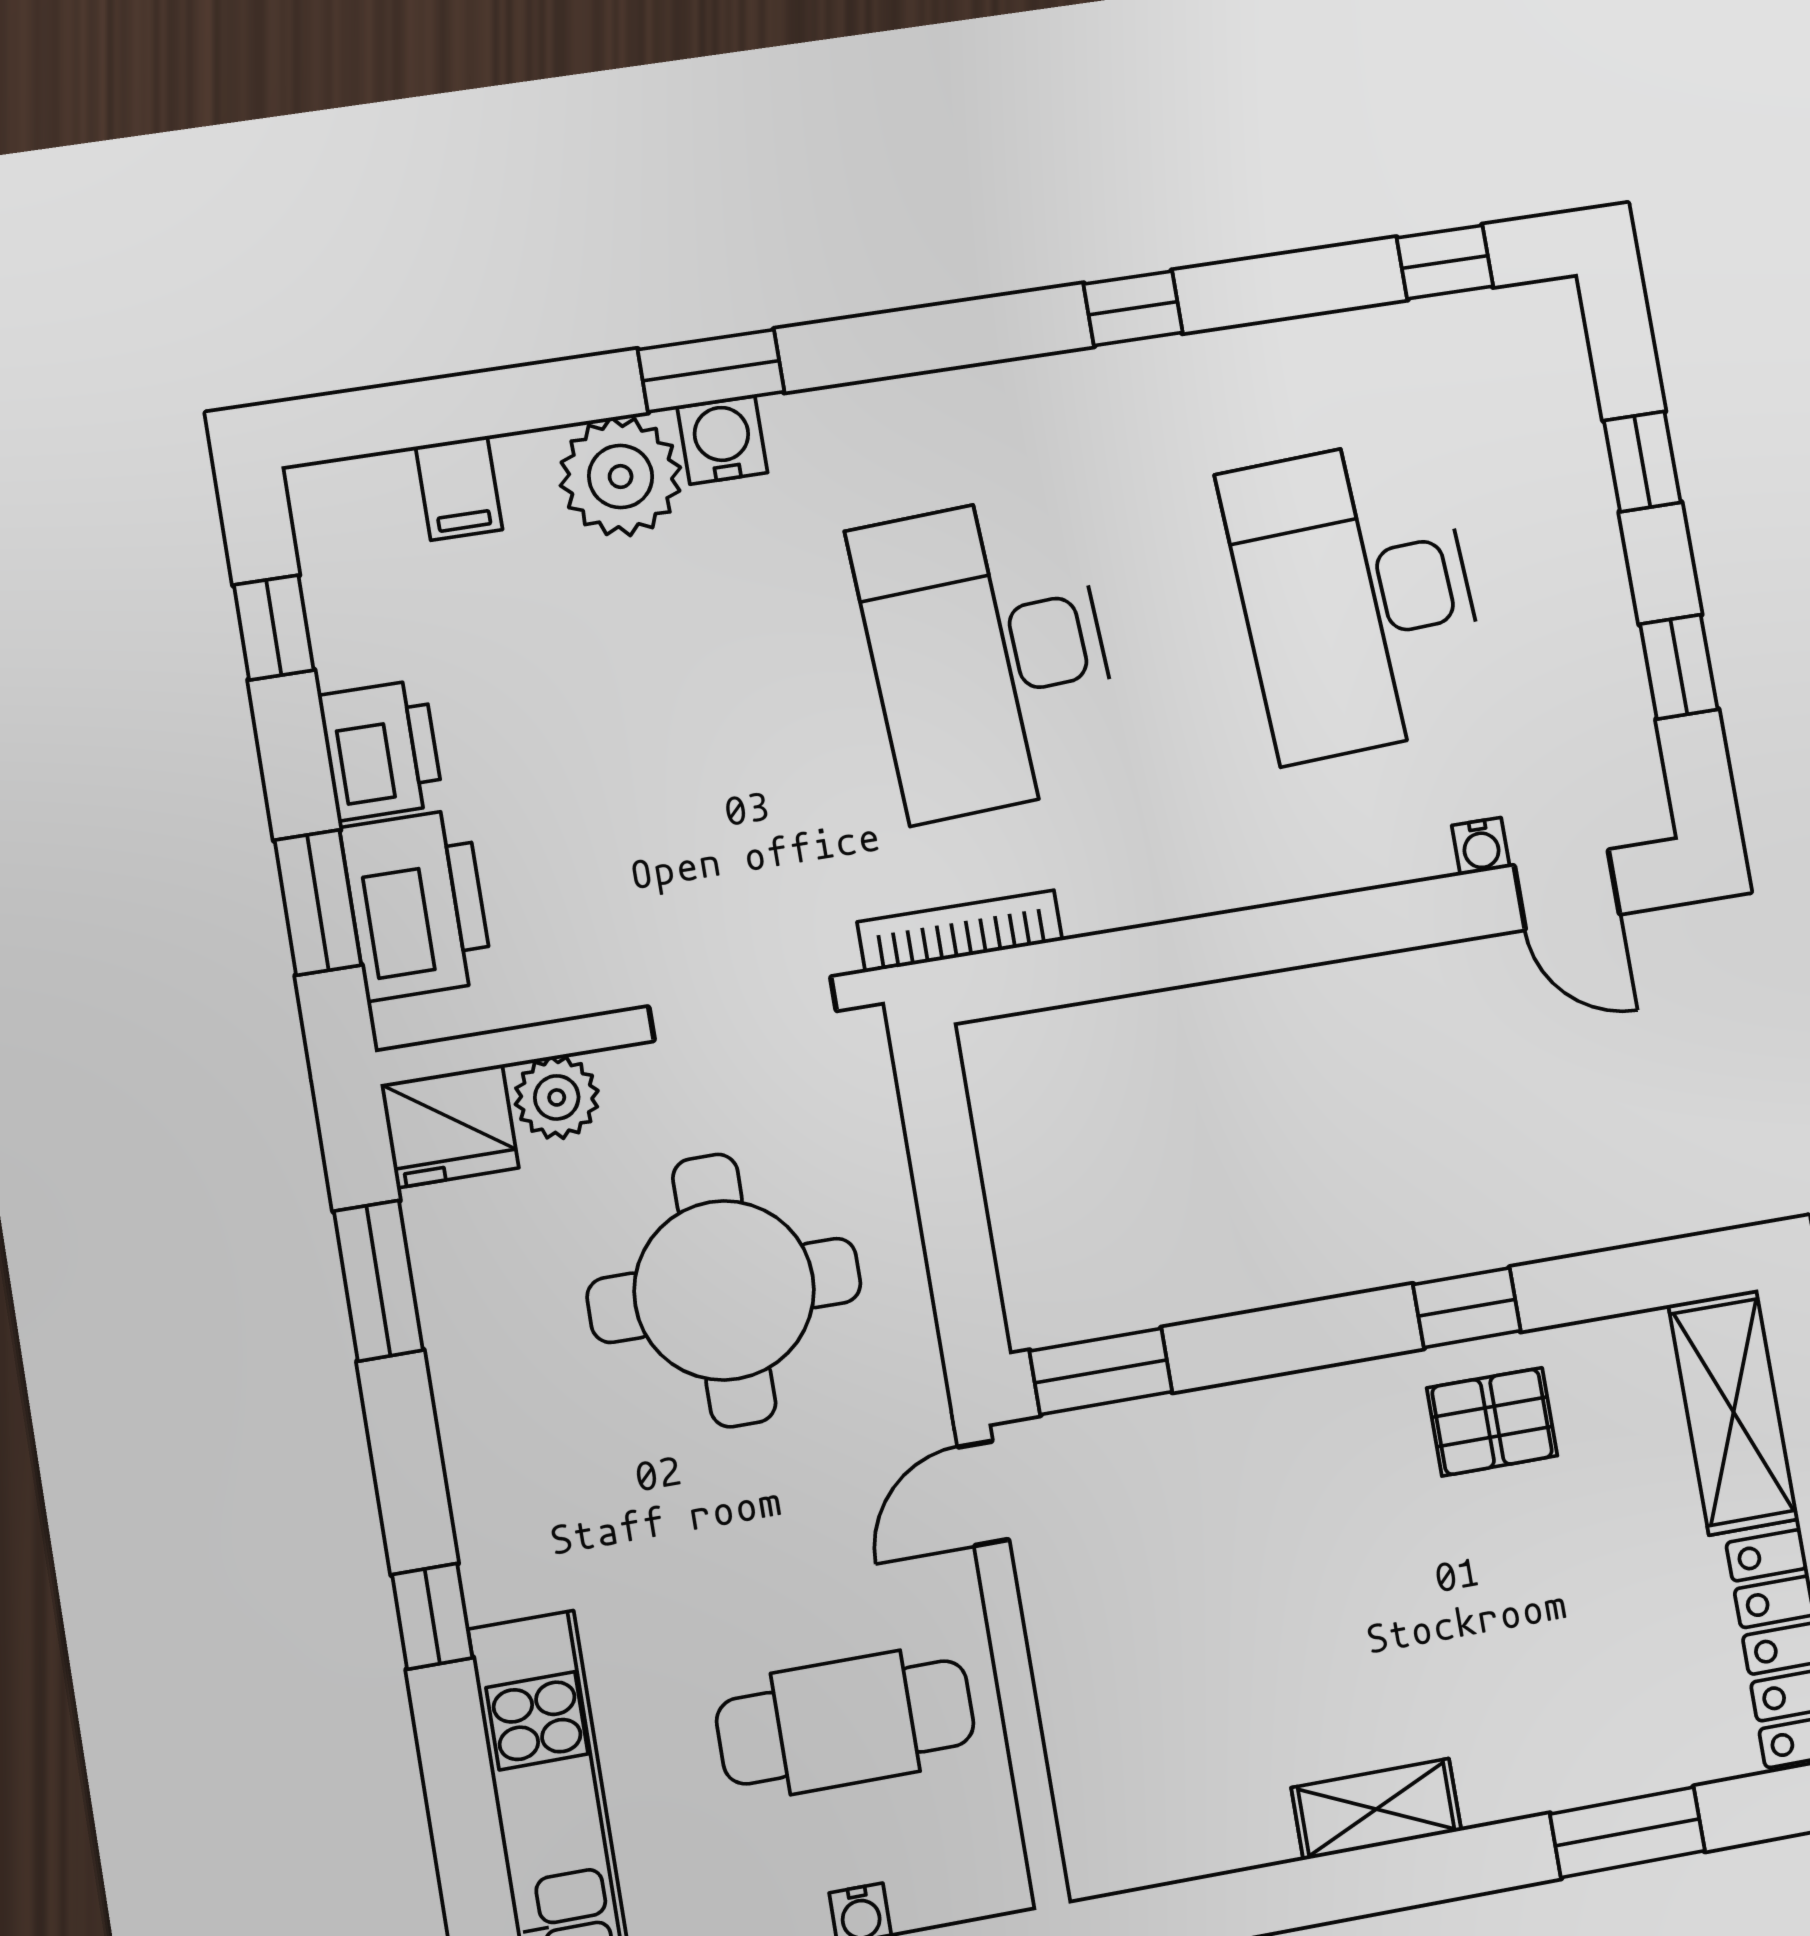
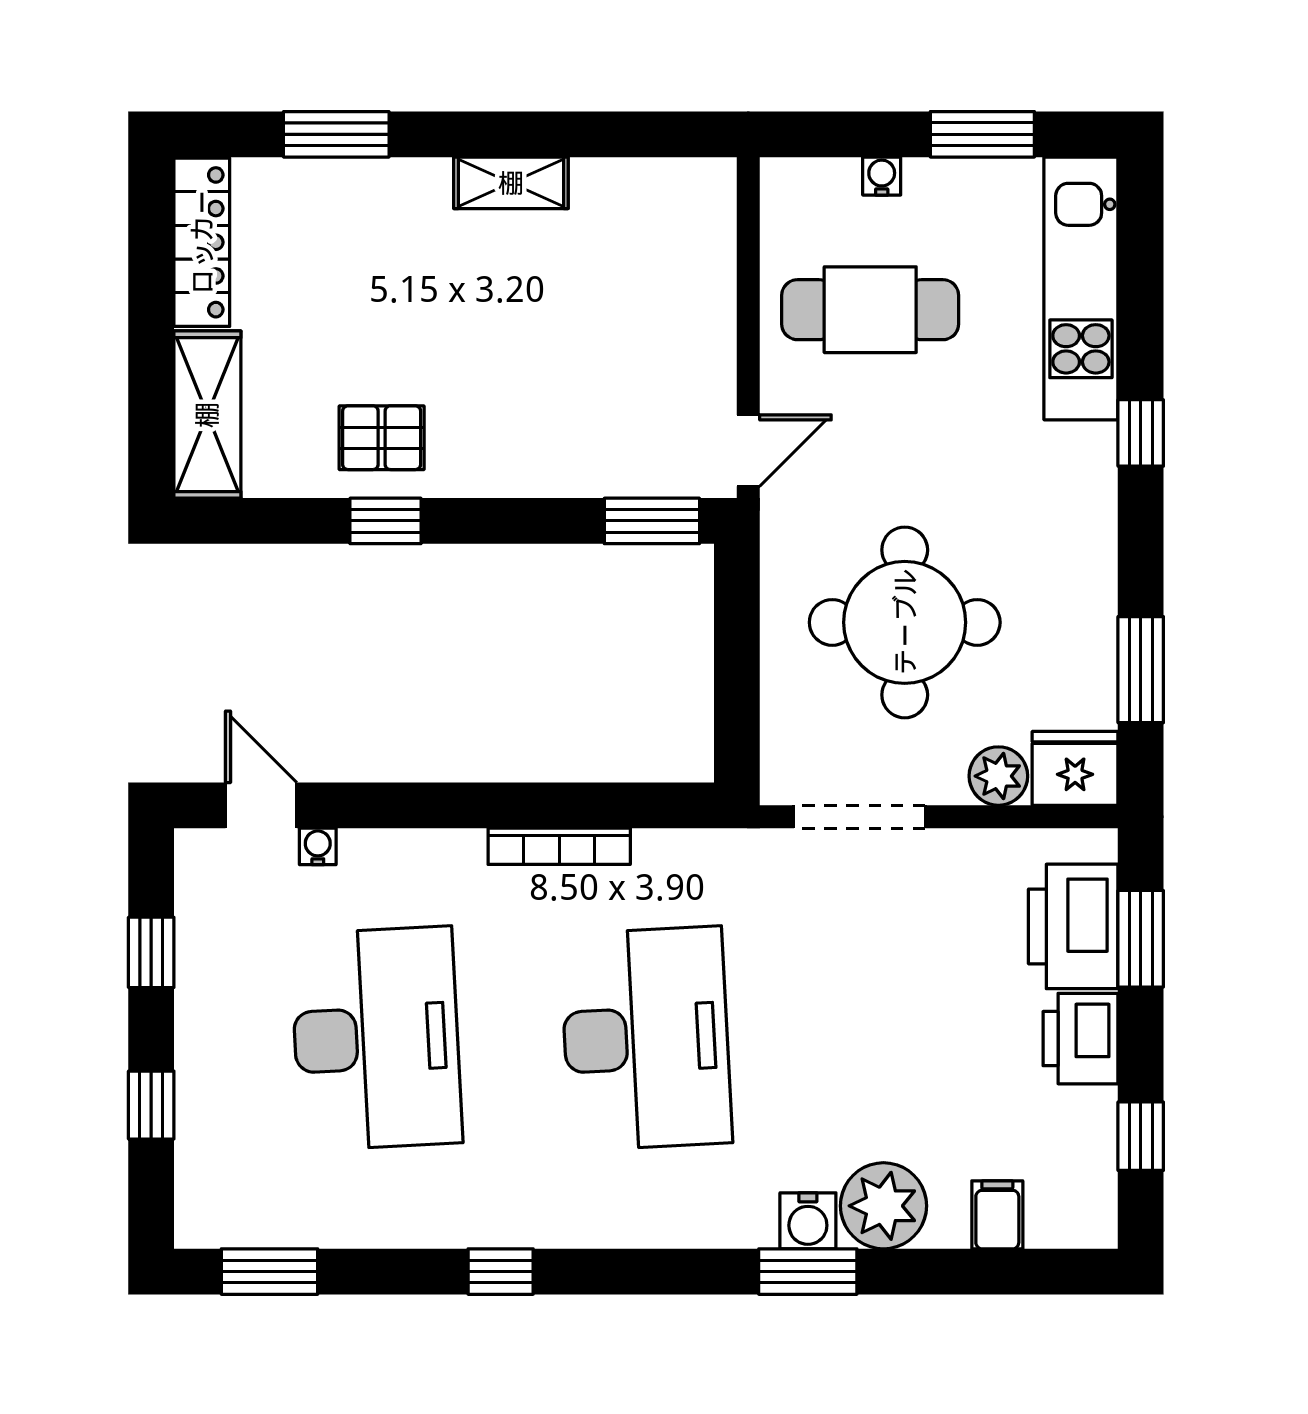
window: (1445, 262) -> (270, 1272), width x1.50
bookcase: (960, 931) -> (559, 846), moved

